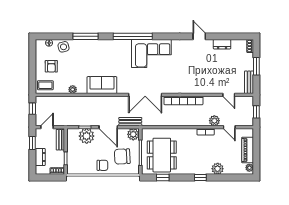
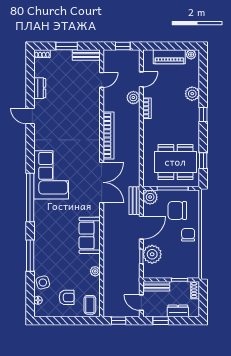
door: (199, 36) -> (30, 116), hinge flipped
chair: (122, 156) -> (177, 210), turned 93

